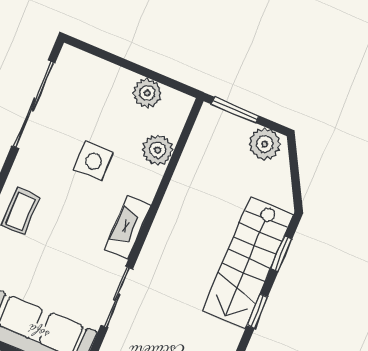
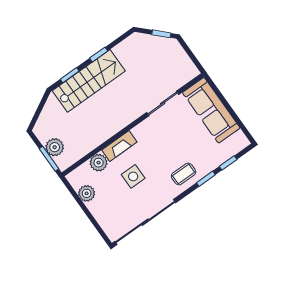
sliding door: (33, 104) -> (145, 222), width x1.36
plant: (265, 144) -> (55, 147), moved
fireplace: (128, 227) -> (119, 146), moved

